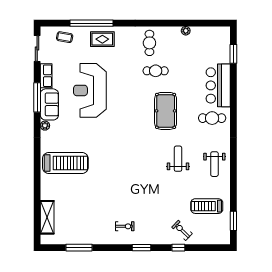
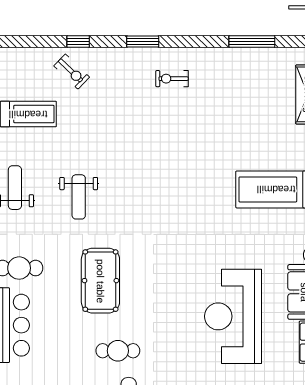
reception desk: (90, 90) -> (233, 316), turned 180

